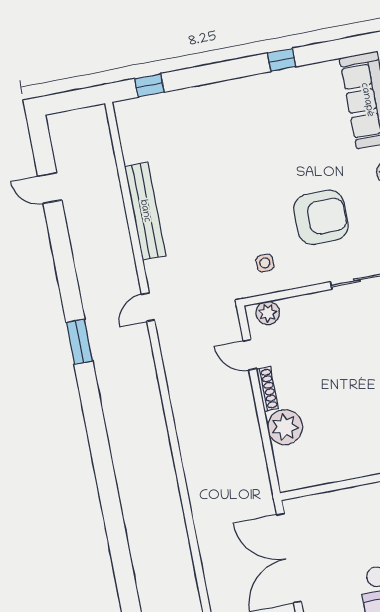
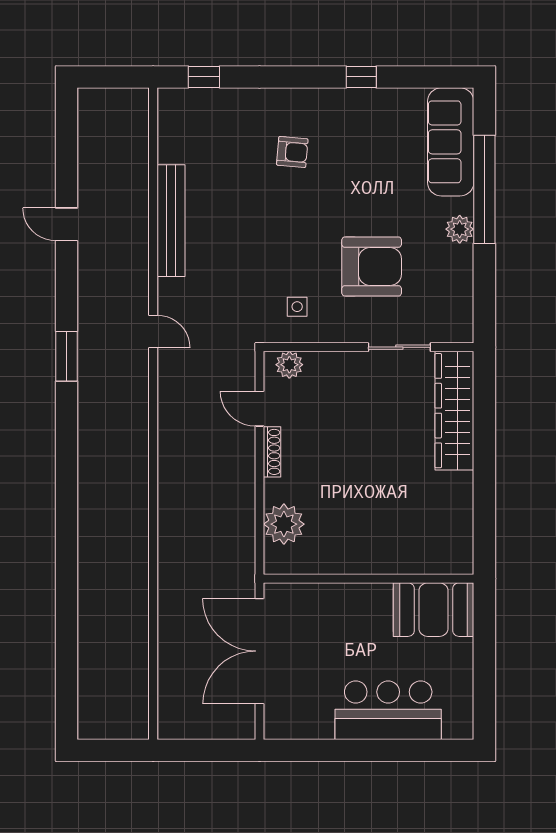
armchair: (236, 134) -> (292, 152), added
door: (50, 188) -> (67, 224), moved
door: (148, 307) -> (153, 332), swing flipped
plant: (285, 427) -> (284, 524), moved

